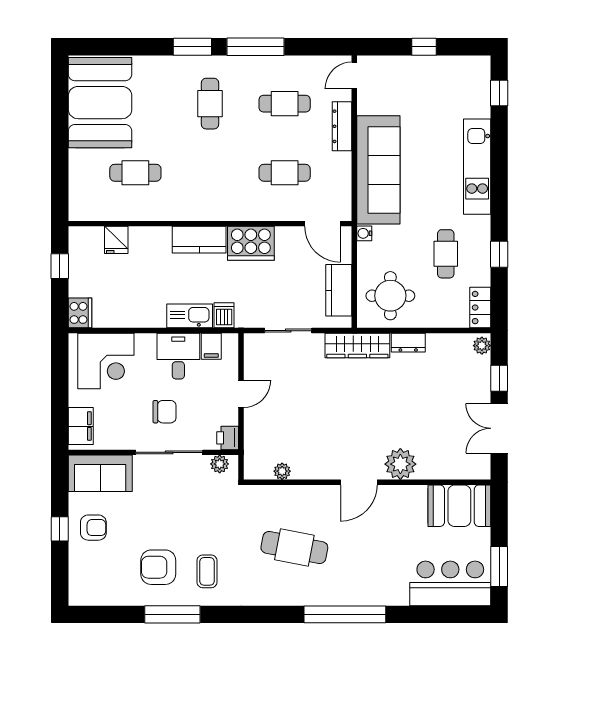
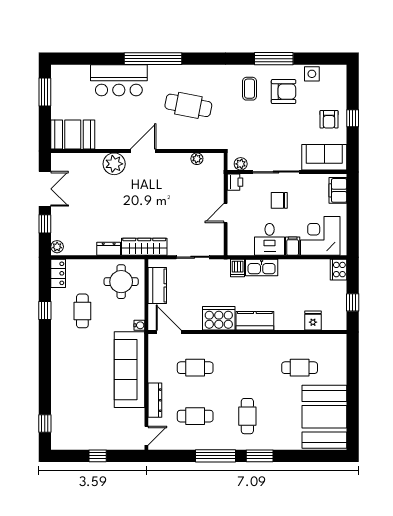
kitchen unit: (477, 167) -> (60, 372), removed
filing cabinet: (211, 346) -> (293, 246), moved
armchair: (93, 528) -> (329, 119), turned -90
bar counter: (450, 583) -> (119, 80), moved
side table: (118, 593) -> (312, 74), added

